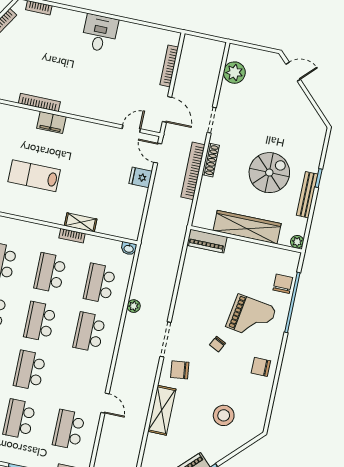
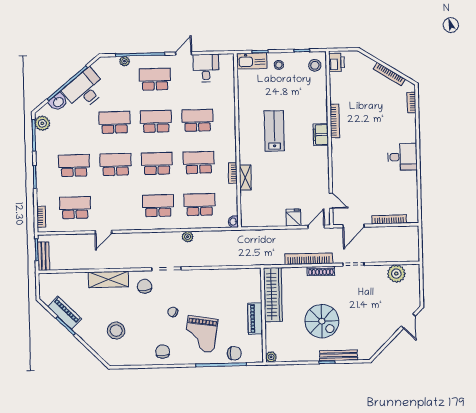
bench: (307, 195) -> (338, 355), moved
wardrobe: (247, 227) -> (273, 295), moved
piano: (207, 241) -> (255, 319), moved

